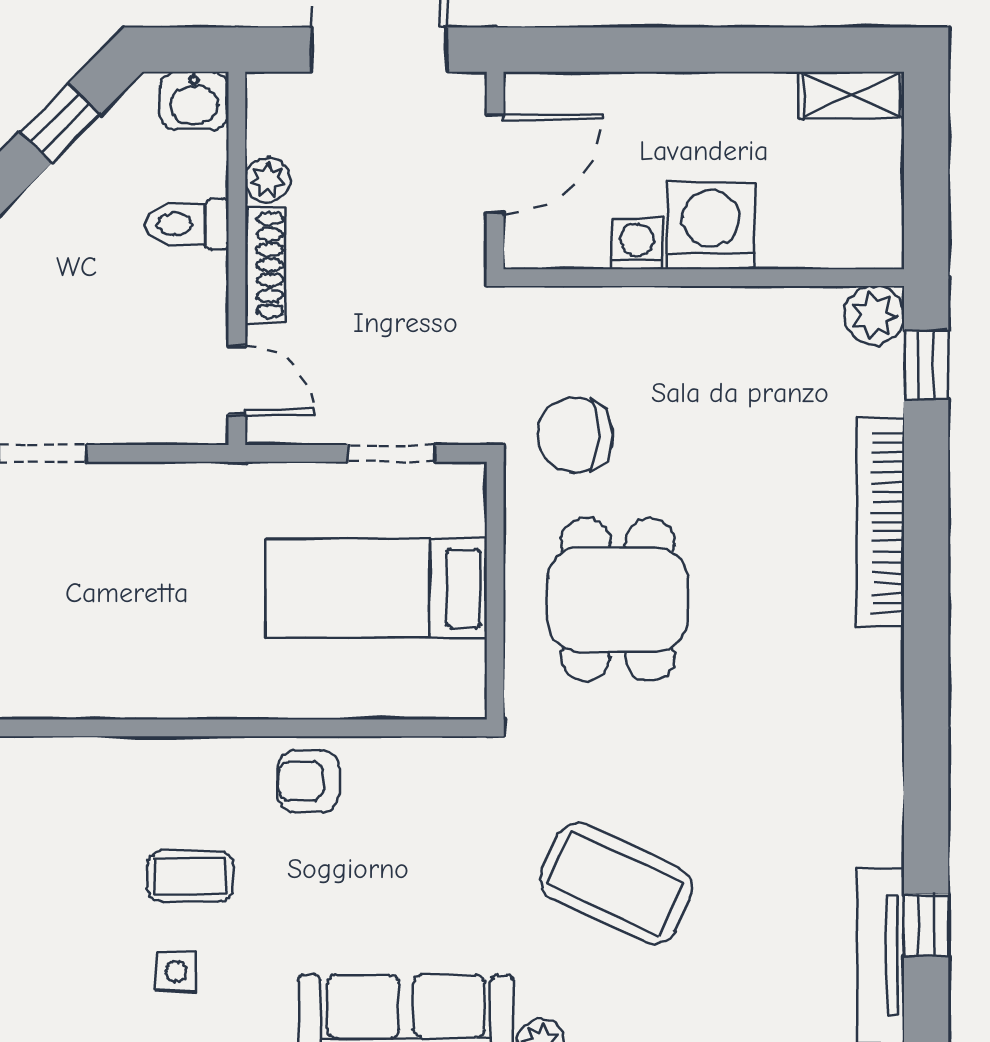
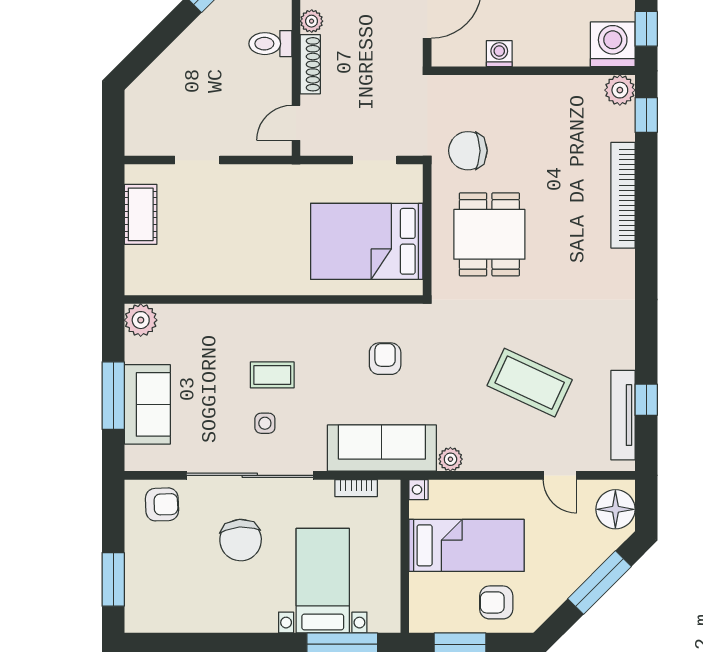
window: (926, 195) -> (646, 29), added
washing machine: (711, 225) -> (613, 44), moved
door: (237, 380) -> (296, 123), swing flipped
bed: (376, 588) -> (367, 241), width x1.50
armchair: (308, 781) -> (385, 359), moved, turned 90
coffee table: (616, 883) -> (530, 383), moved

